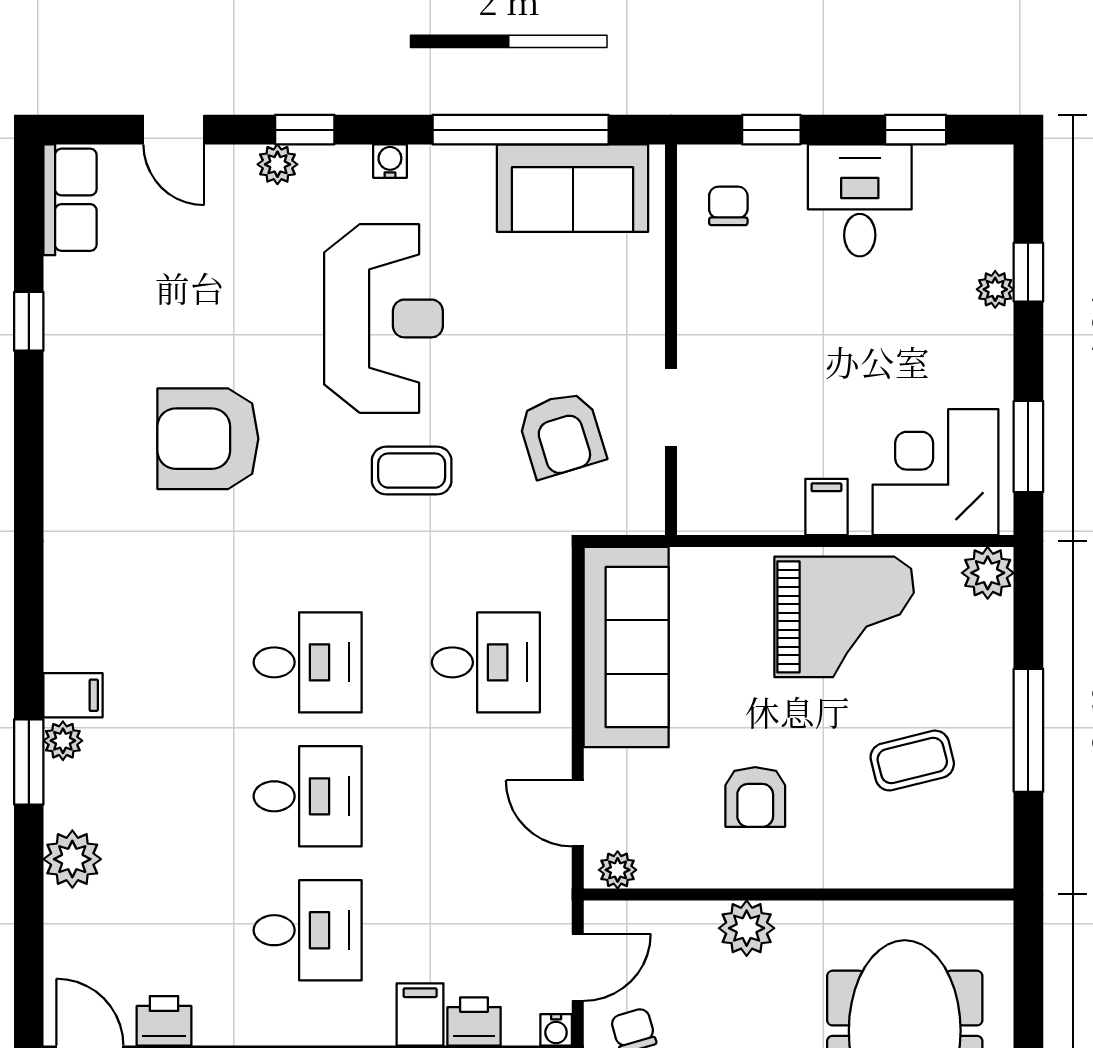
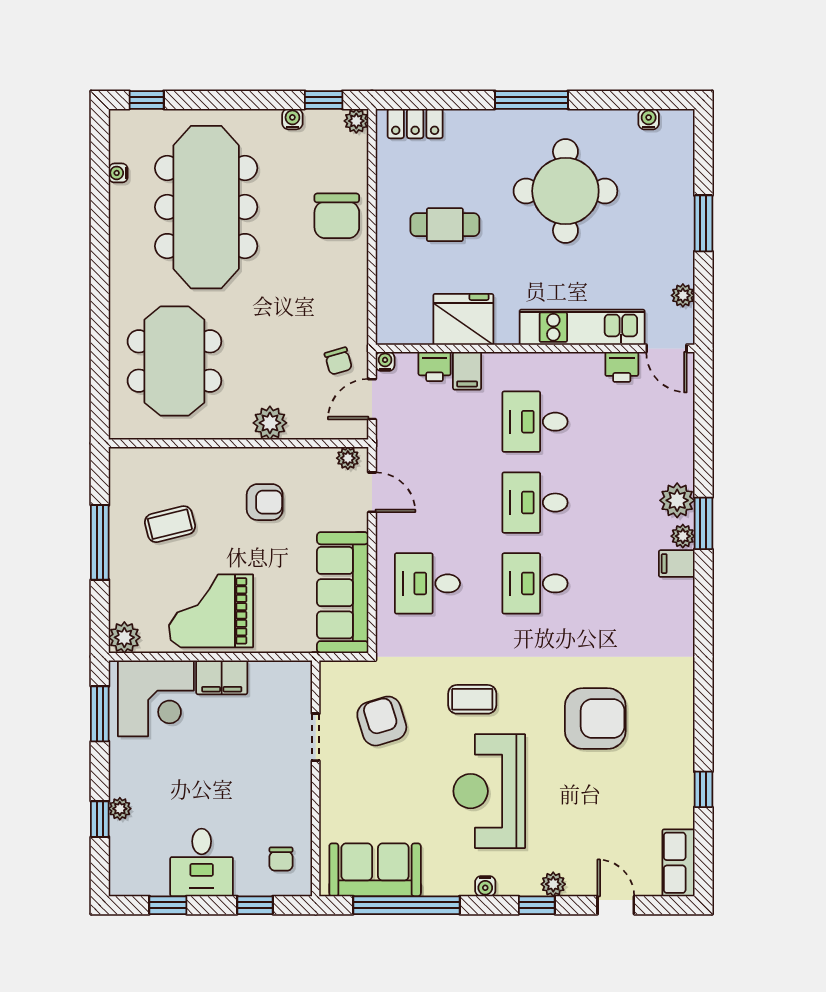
filing cabinet: (826, 507) -> (222, 677), width x2.00
armchair: (755, 797) -> (265, 502), turned 90
plant: (72, 859) -> (677, 500), moved

